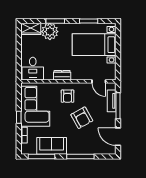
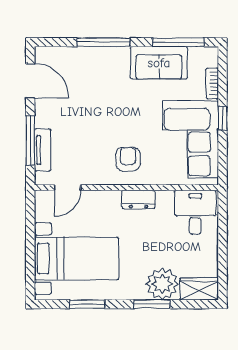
door: (99, 81) -> (68, 188), swing flipped
armchair: (82, 118) -> (100, 117), removed

